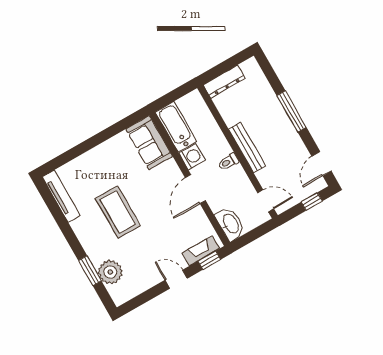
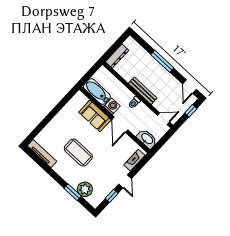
sofa: (149, 143) -> (95, 116), moved
window: (209, 260) -> (112, 196), moved
door: (176, 279) -> (125, 181), swing flipped

